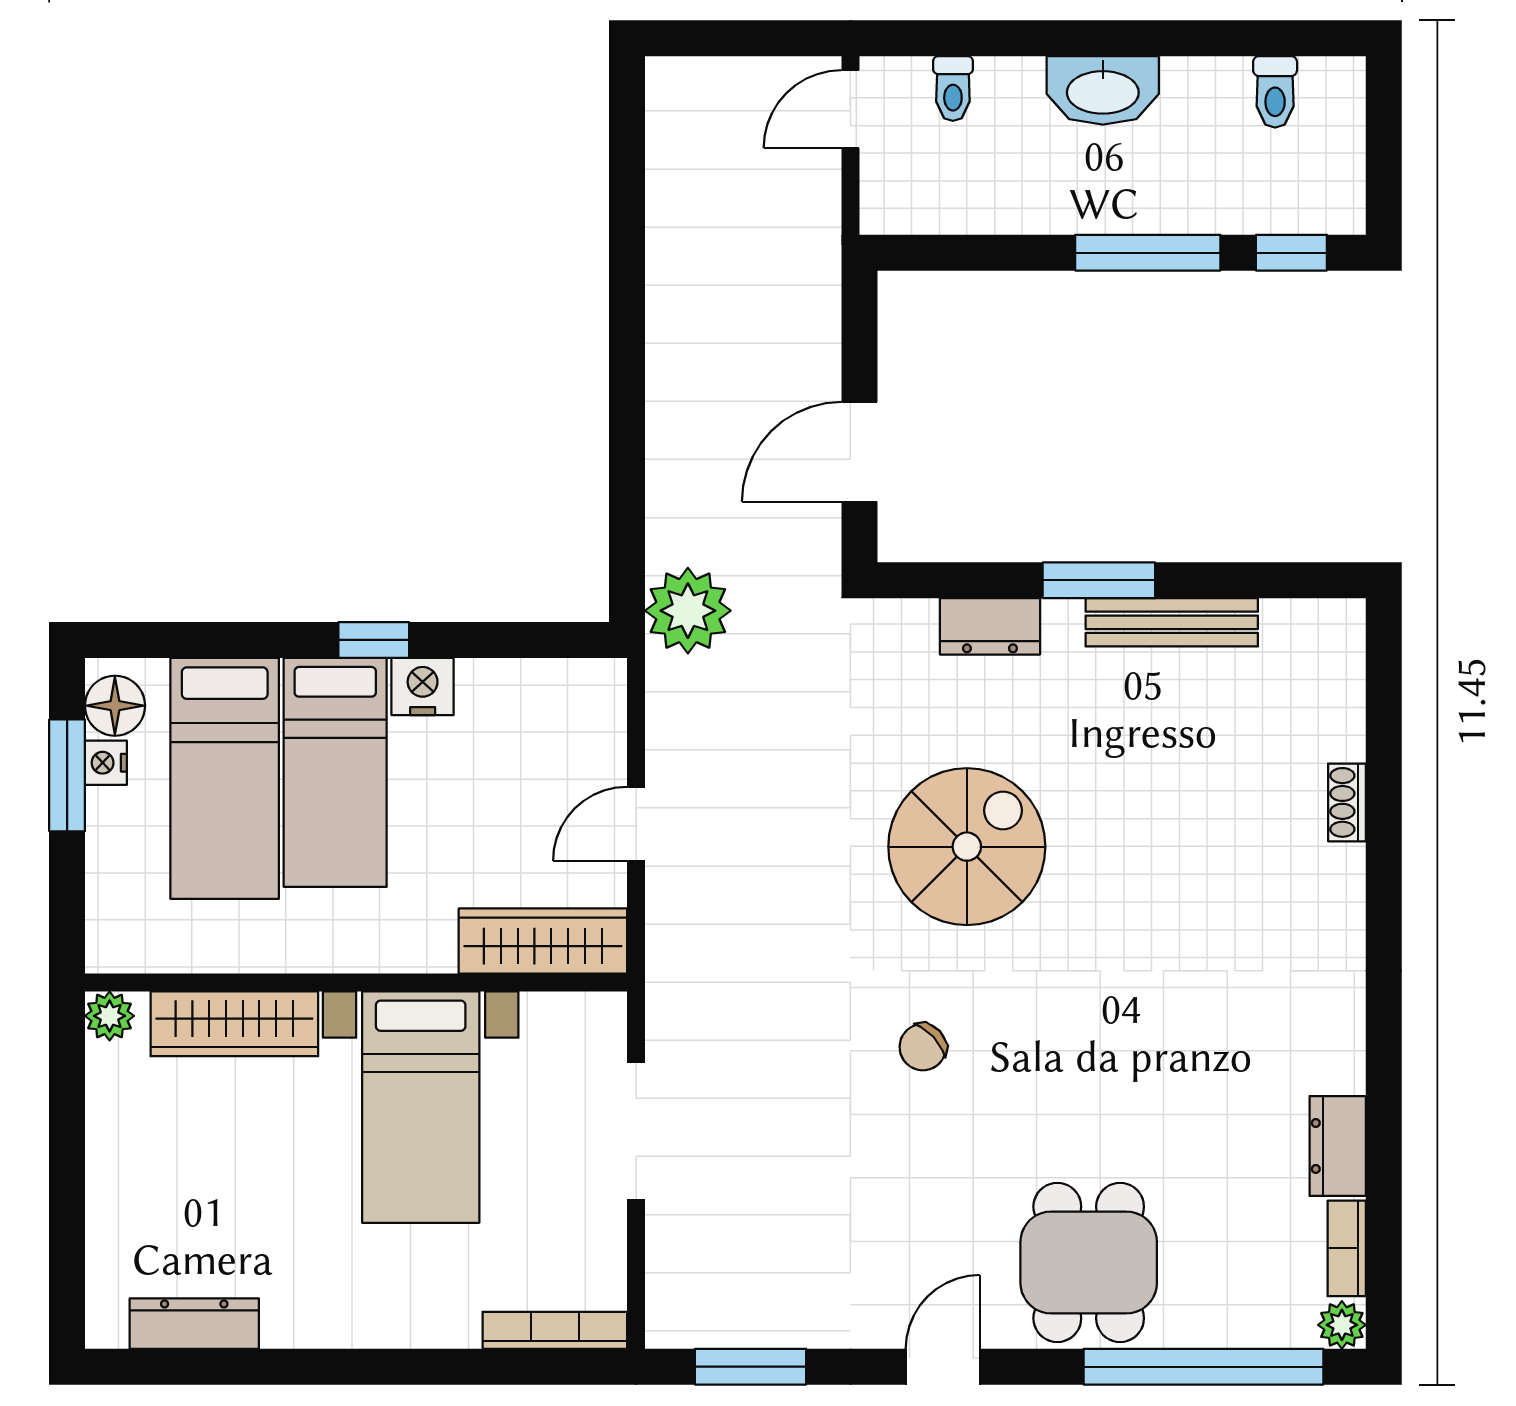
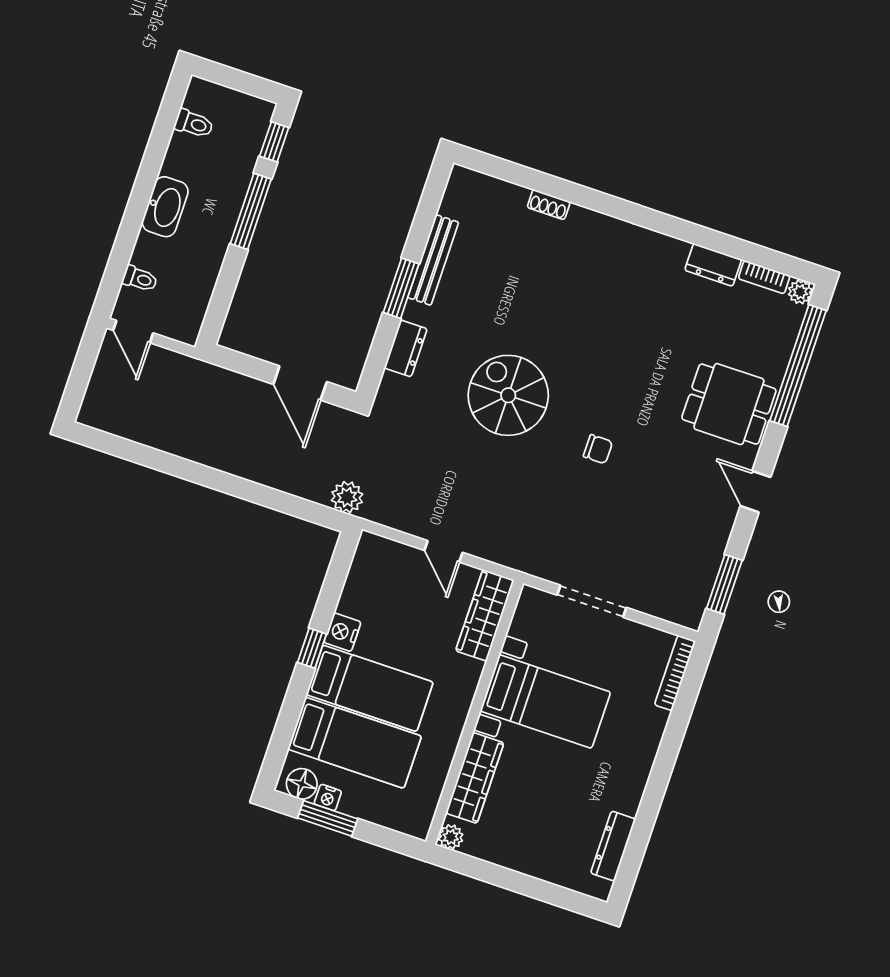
plant: (688, 611) -> (347, 497), width x0.73, depth x0.73
chair: (923, 1047) -> (598, 449), turned -47

